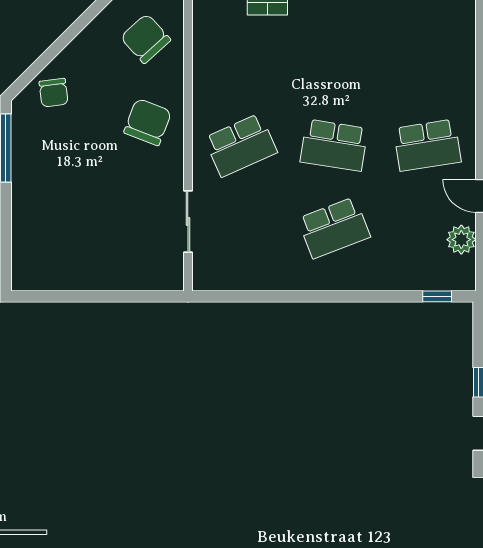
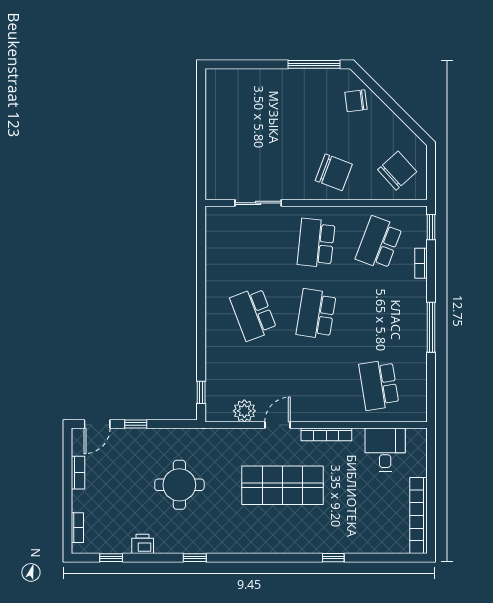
school desk: (241, 63) -> (379, 243), added
school desk: (241, 145) -> (316, 243), turned 30
school desk: (427, 145) -> (379, 385), moved

